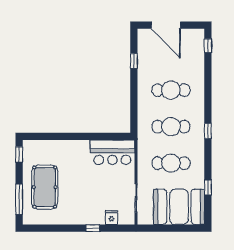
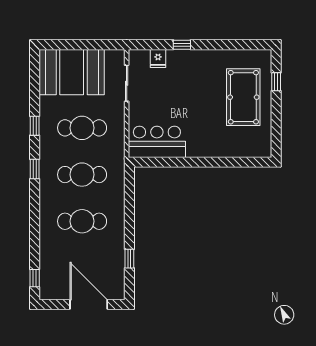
window: (19, 154) -> (276, 139), removed
window: (208, 187) -> (35, 126), moved
window: (19, 199) -> (276, 82), width x0.46

